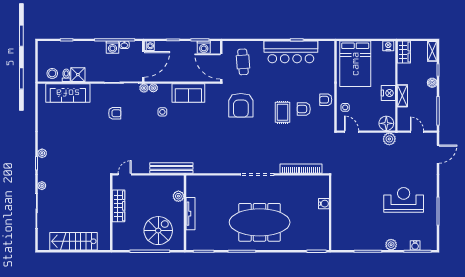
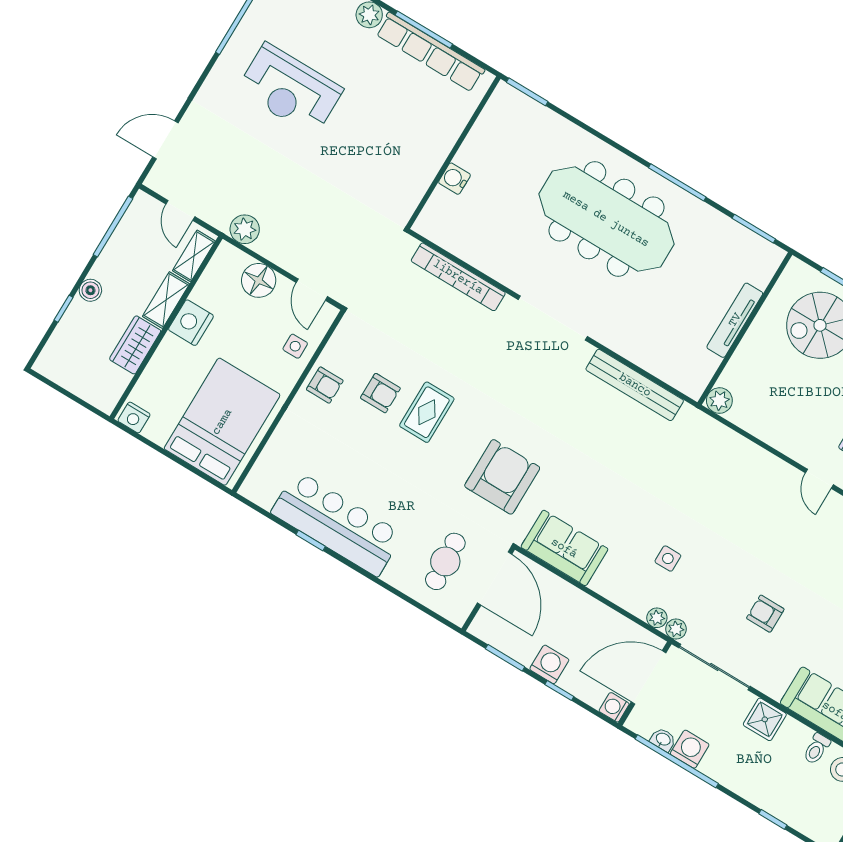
washing machine: (204, 47) -> (549, 664), moved
shelving: (432, 51) -> (194, 256), moved
wardrobe: (404, 52) -> (135, 345), moved
shower: (78, 75) -> (765, 719), moved
sofa: (188, 93) -> (564, 548), moved
floor lamp: (386, 123) -> (259, 280), moved
bench: (171, 168) -> (635, 385), moved
door: (125, 174) -> (819, 479), hinge flipped
plant: (178, 196) -> (719, 401), moved
row of seats: (361, 244) -> (430, 52), added

